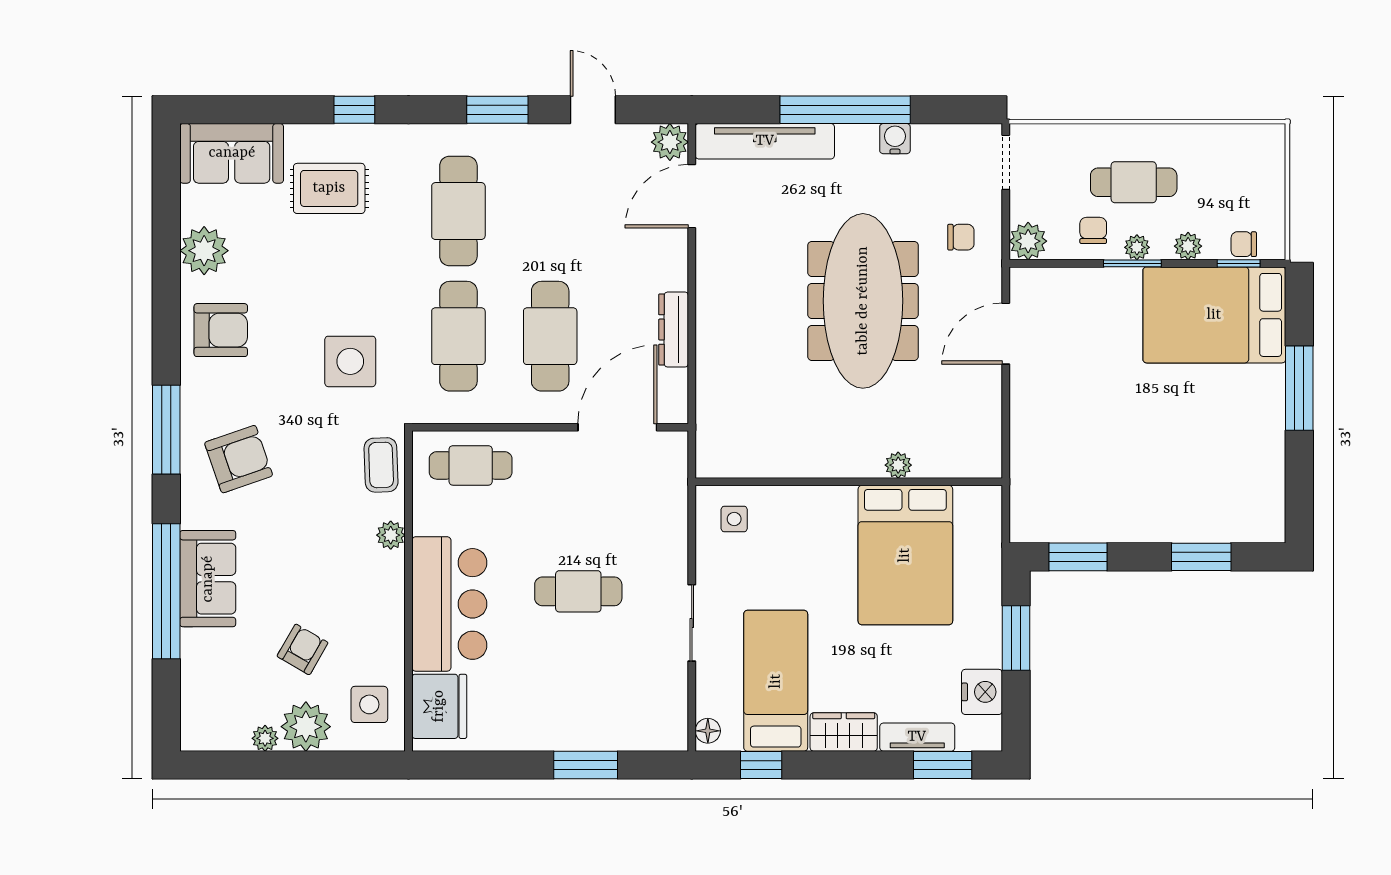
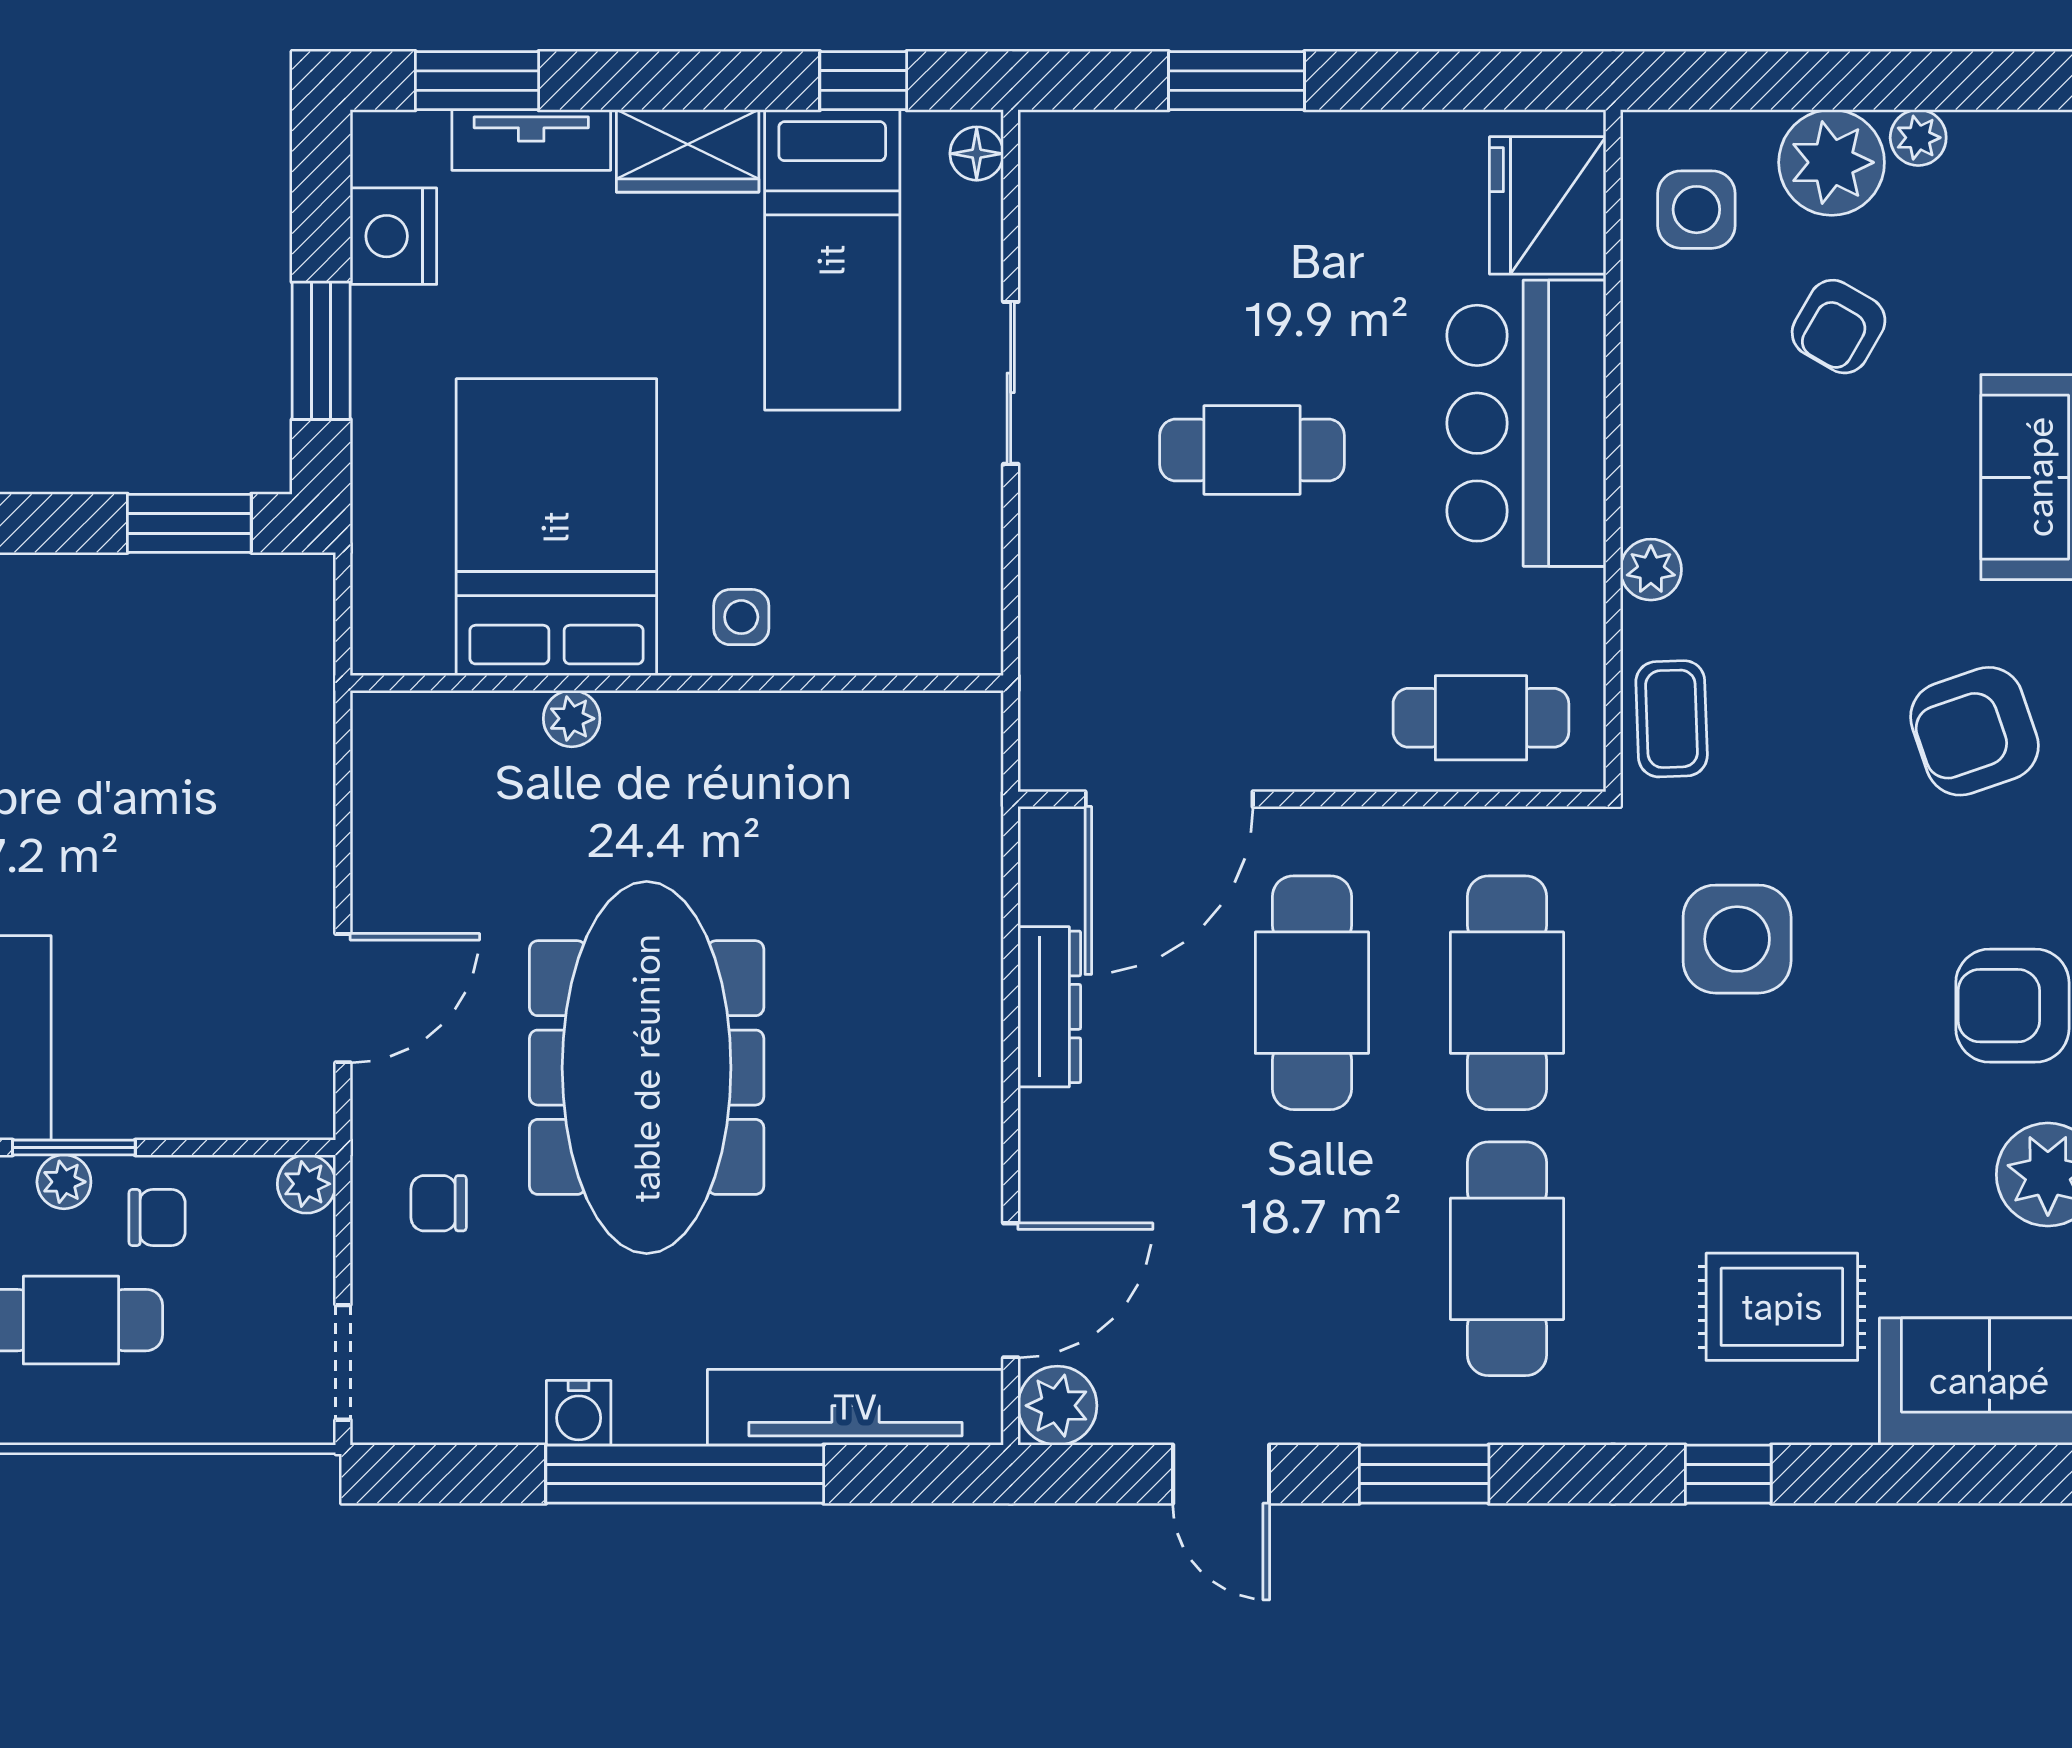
chair: (1093, 230) -> (157, 1217), turned -90
plant: (1028, 241) -> (307, 1184), width x0.73, depth x0.73
side table: (734, 519) -> (741, 617), moved

